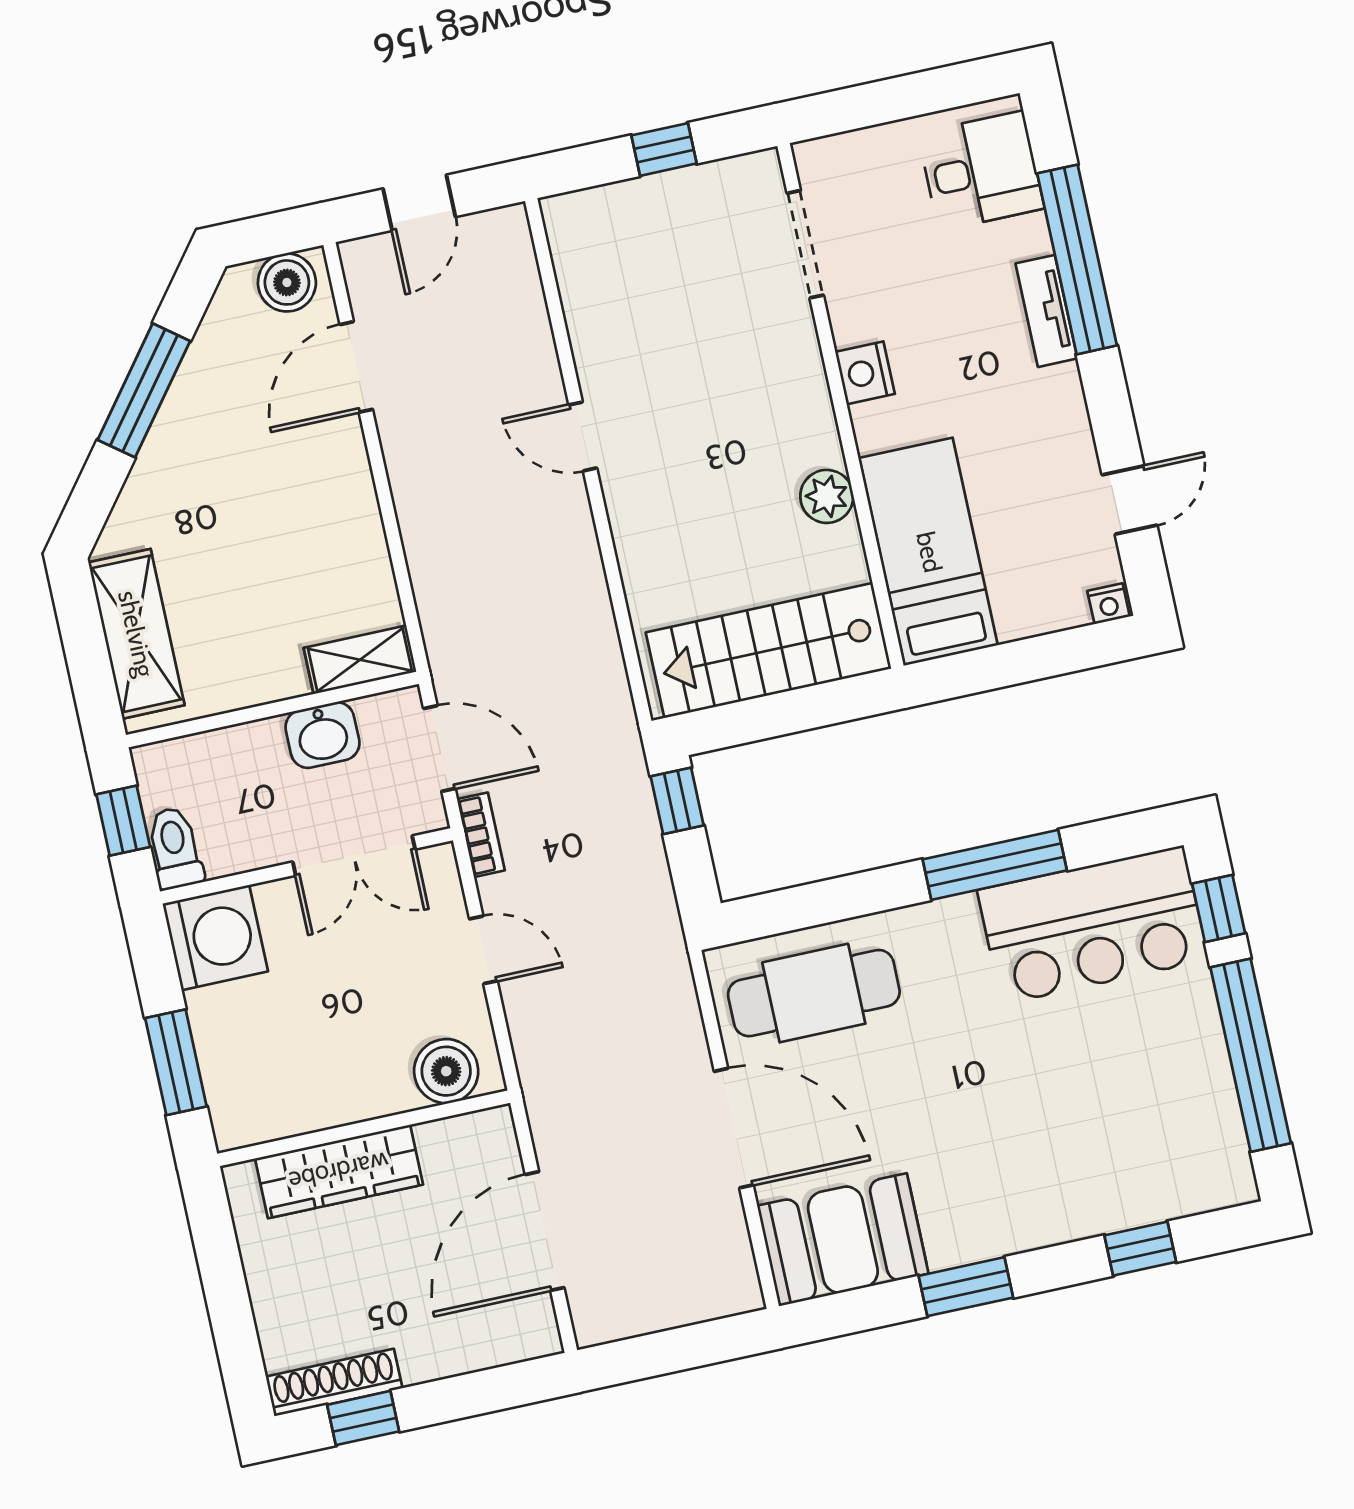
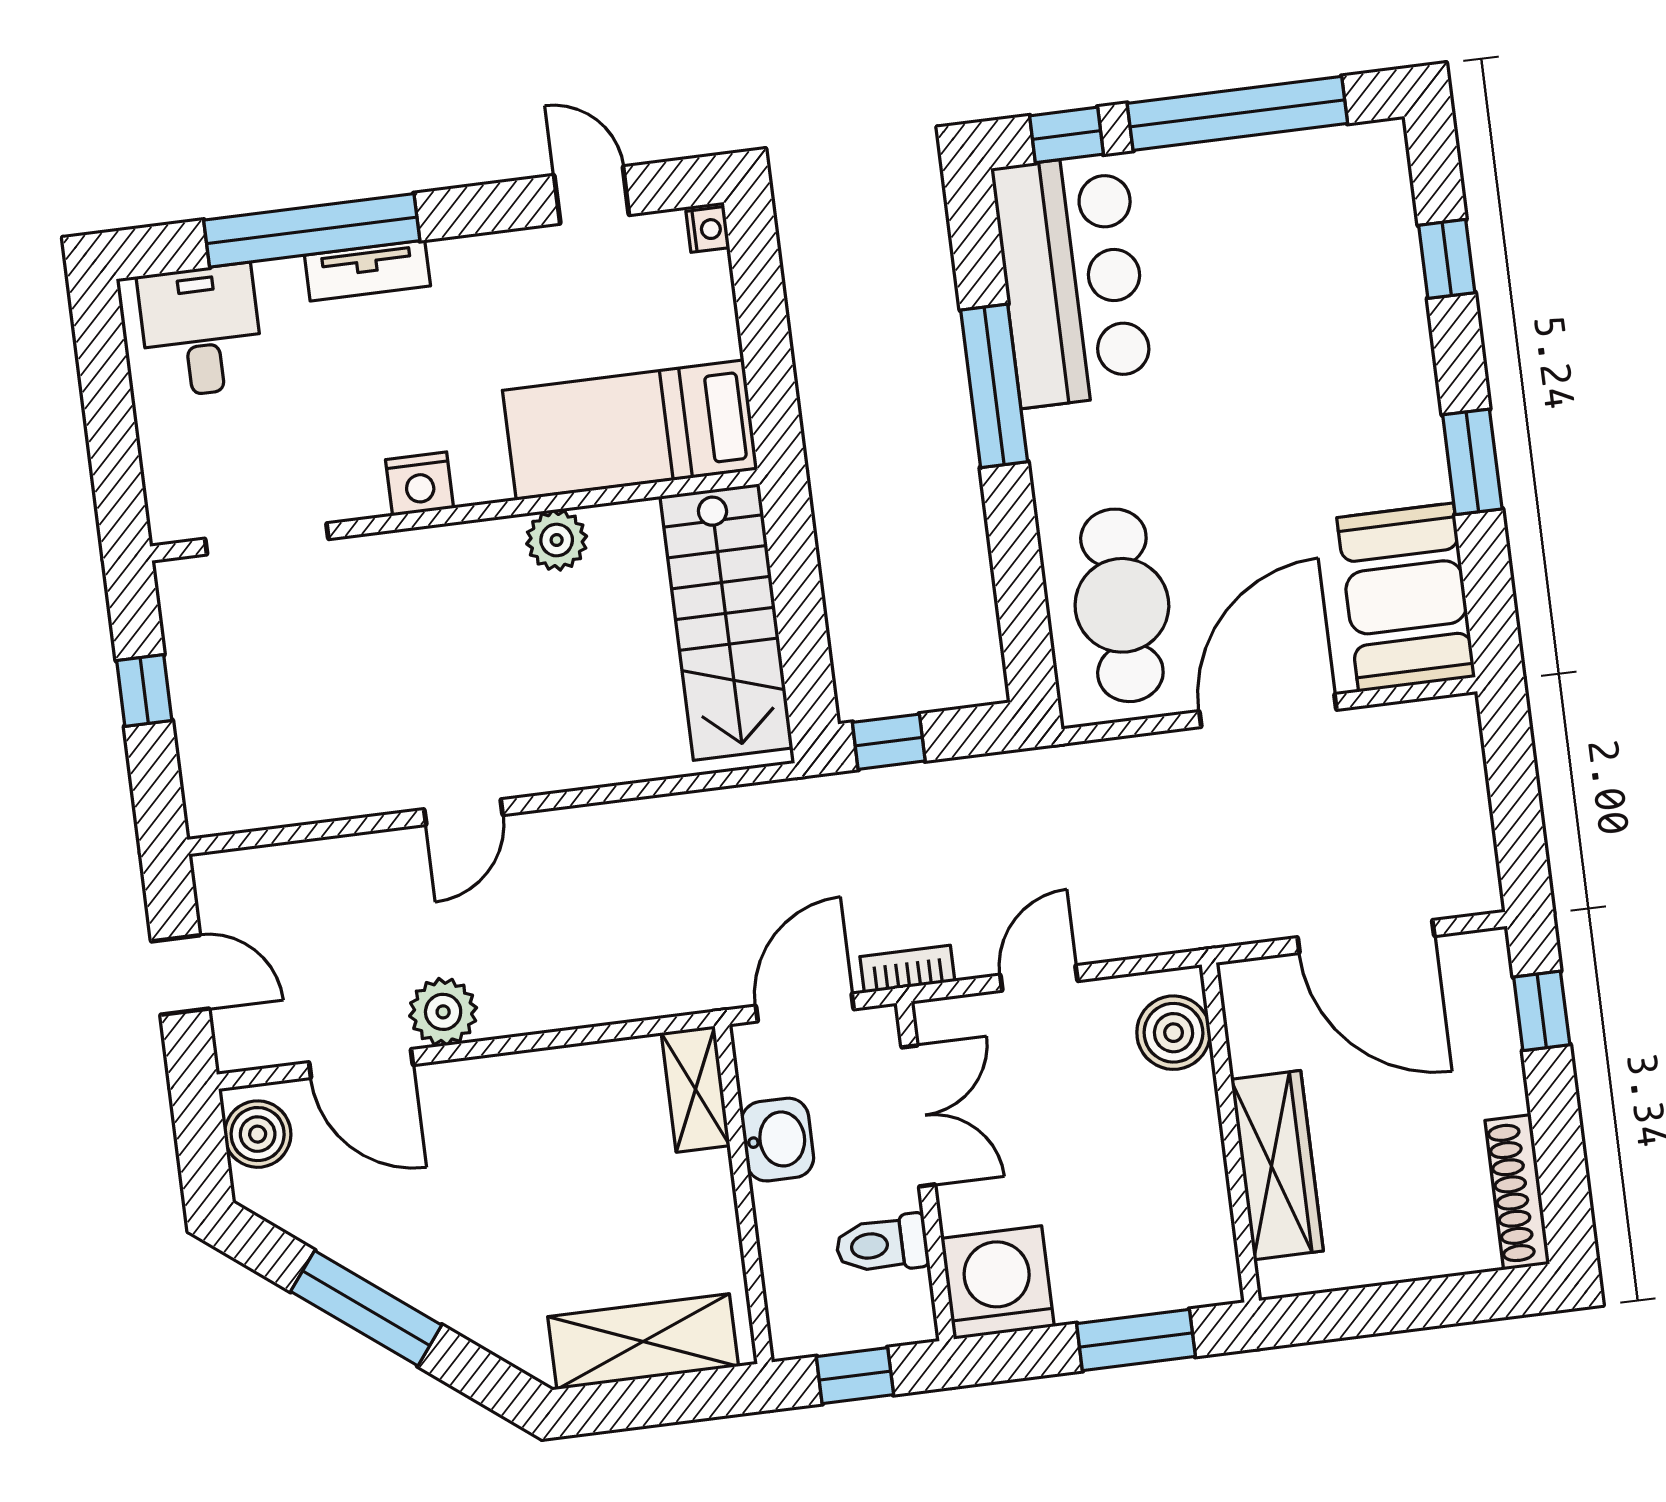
plant: (408, 434) -> (443, 1012), added
toilet: (175, 848) -> (882, 1244), moved
window: (363, 1418) -> (1542, 1011), moved

